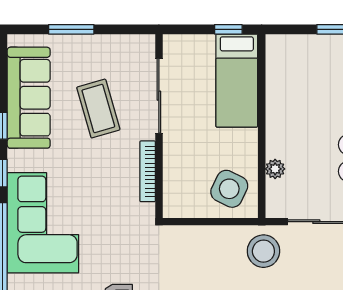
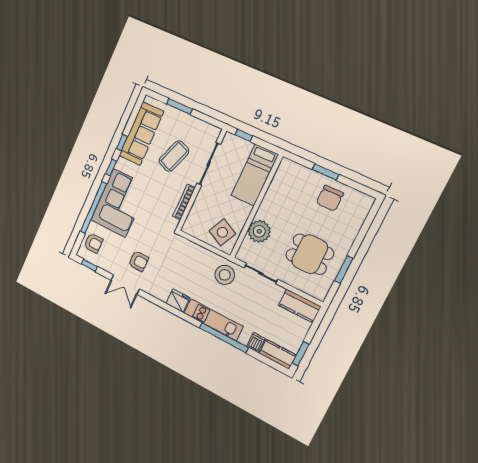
window: (228, 29) -> (244, 135), moved
coffee table: (98, 109) -> (174, 156), turned 36
plant: (275, 169) -> (259, 231), width x1.88, depth x1.88

